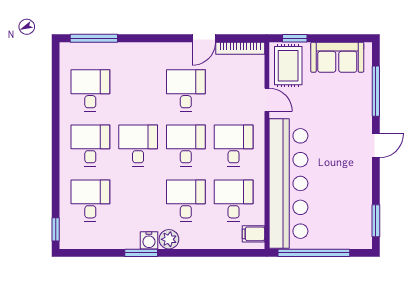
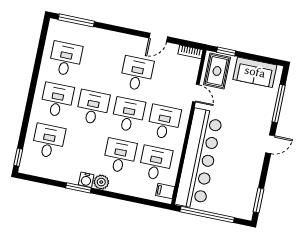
bookcase: (240, 48) -> (190, 52), width x0.64

